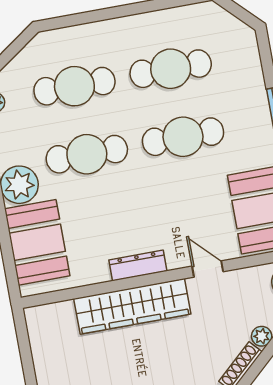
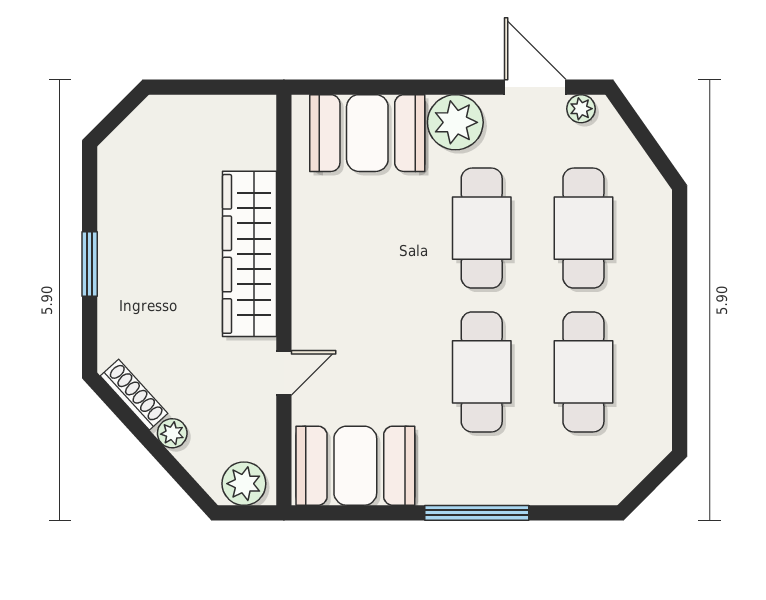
dresser: (138, 266) -> (307, 273), removed

